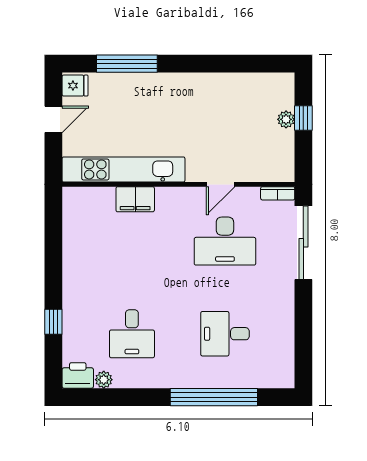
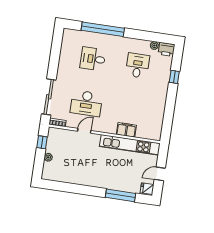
window: (303, 118) -> (42, 142), moved
desk: (225, 241) -> (86, 103), turned 180
desk: (225, 334) -> (93, 59), turned 180

